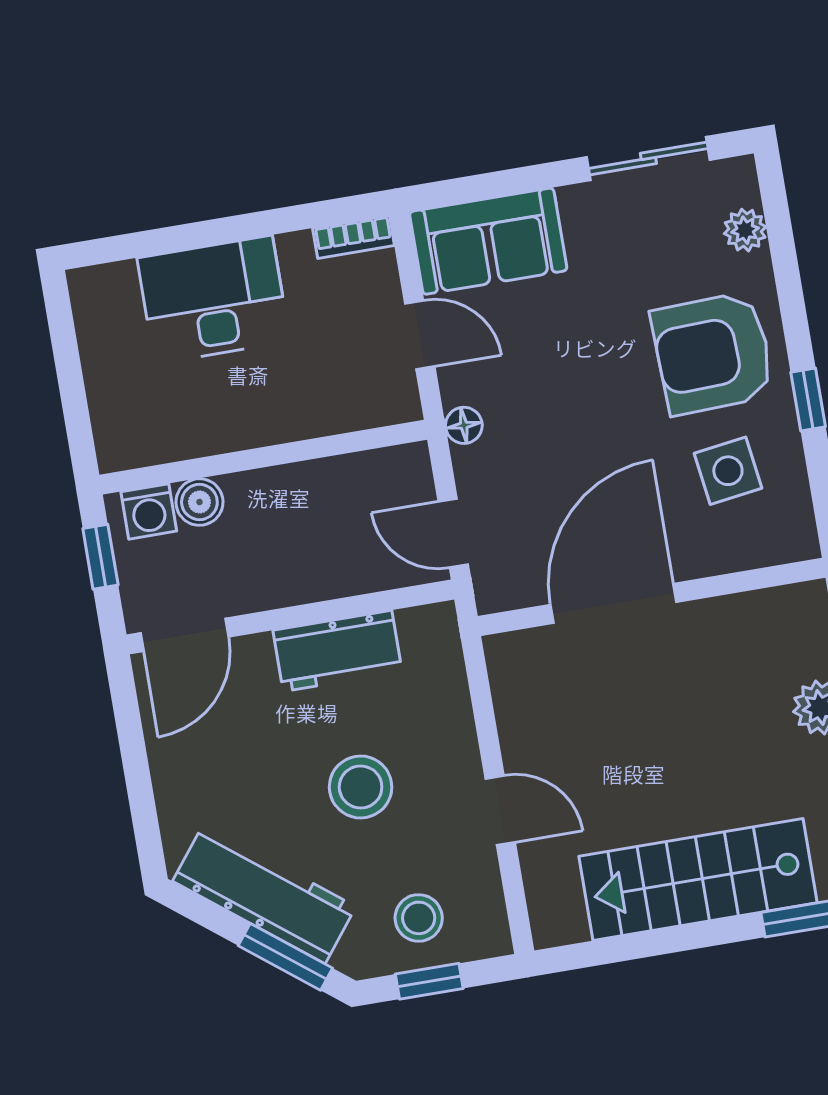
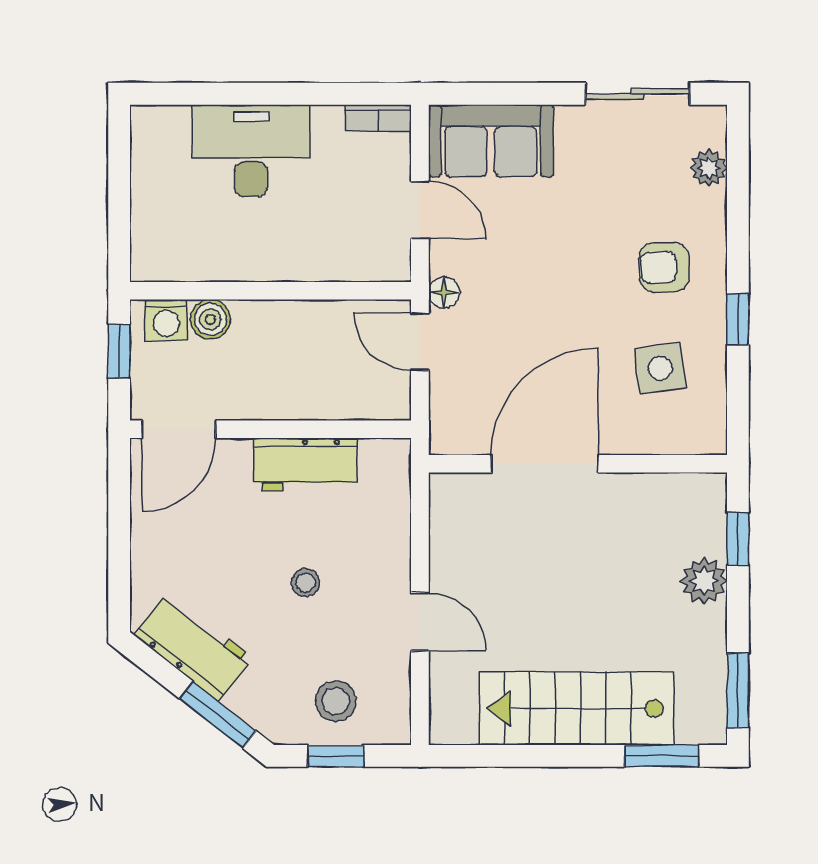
armchair: (713, 353) -> (664, 267), width x0.53, depth x0.53
door: (453, 533) -> (420, 342), moved
stool: (361, 787) -> (305, 582), width x0.53, depth x0.53
workbench: (264, 894) -> (193, 646), width x0.73

